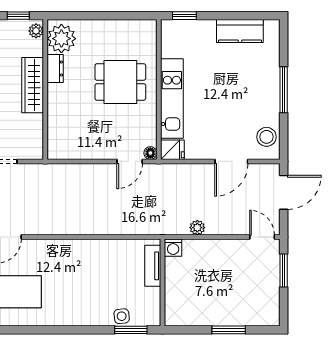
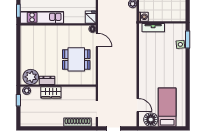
dining table: (120, 82) -> (76, 59), moved, turned 90
wardrobe: (33, 85) -> (51, 92), width x0.67
kitchen unit: (172, 98) -> (42, 17), moved

